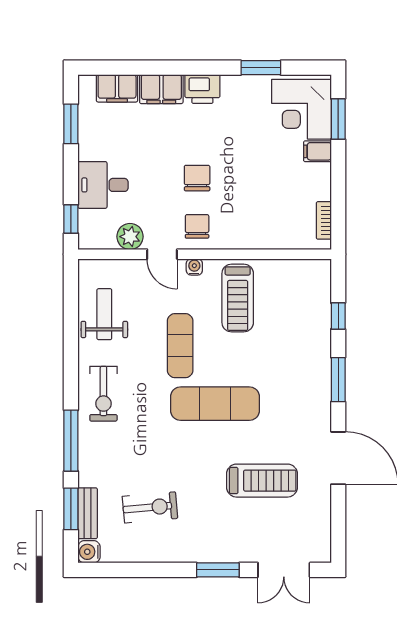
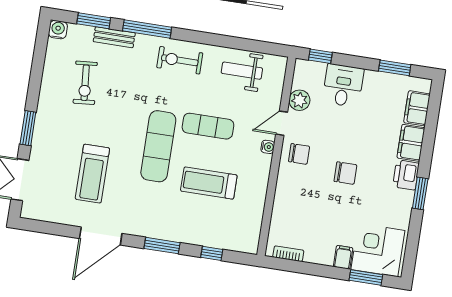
window: (261, 68) -> (420, 193), moved
chair: (197, 178) -> (345, 173), moved
treadmill: (238, 298) -> (209, 183), moved
weight bench: (104, 314) -> (242, 71), turned 180
bench: (88, 513) -> (114, 37), moved

